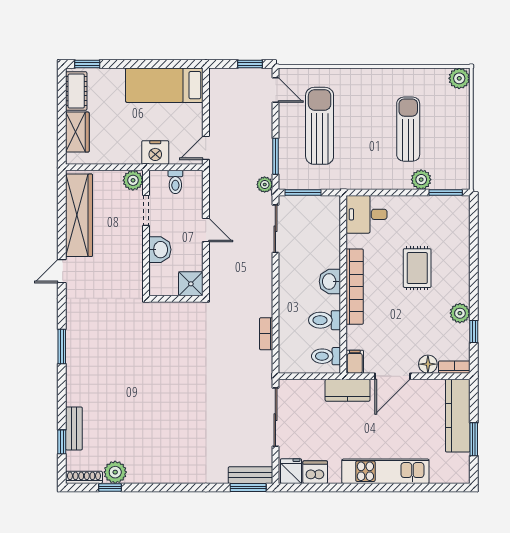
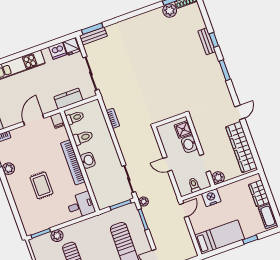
window: (87, 64) -> (250, 240), moved
shower: (191, 284) -> (183, 129), moved
floor lamp: (428, 364) -> (16, 134), removed
kitchen counter: (348, 390) -> (68, 99), moved
bench: (74, 428) -> (207, 41), moved
window: (62, 442) -> (214, 40), moved

